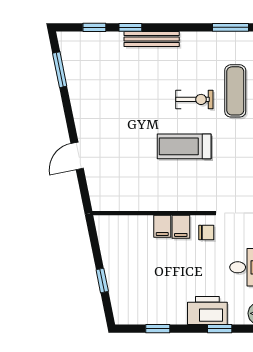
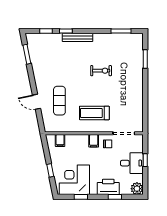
exercise mat: (235, 91) -> (59, 101), moved
treadmill: (184, 146) -> (94, 113), moved
door: (77, 156) -> (36, 102), hinge flipped
filing cabinet: (162, 226) -> (60, 141), moved
corner desk: (146, 298) -> (74, 180), added

